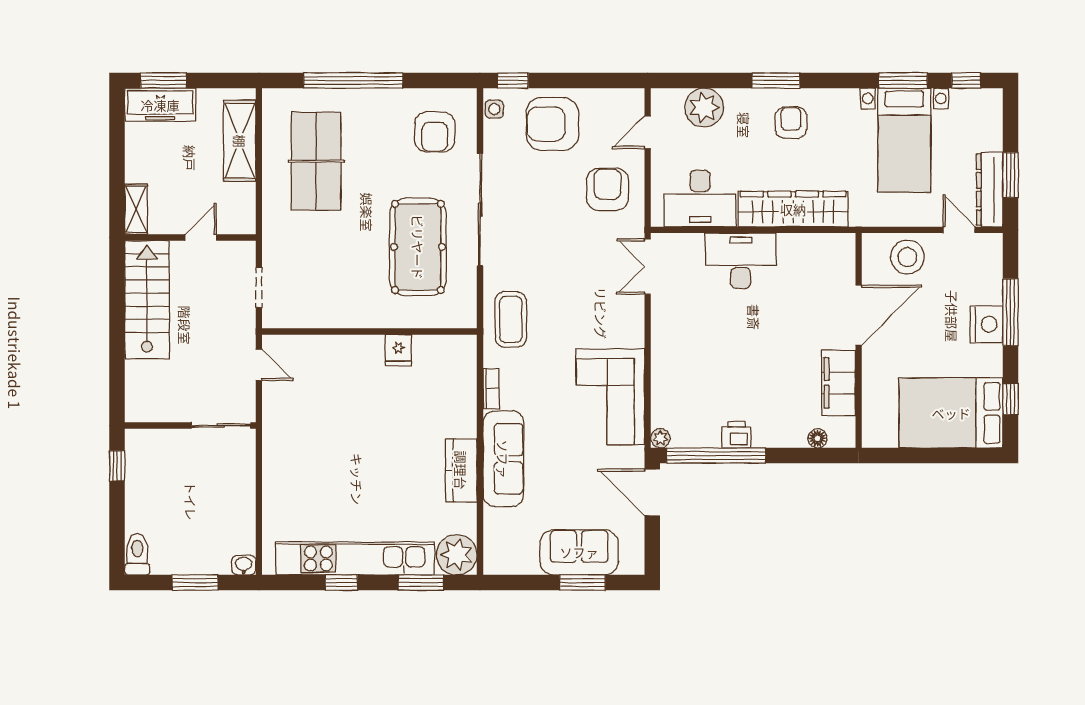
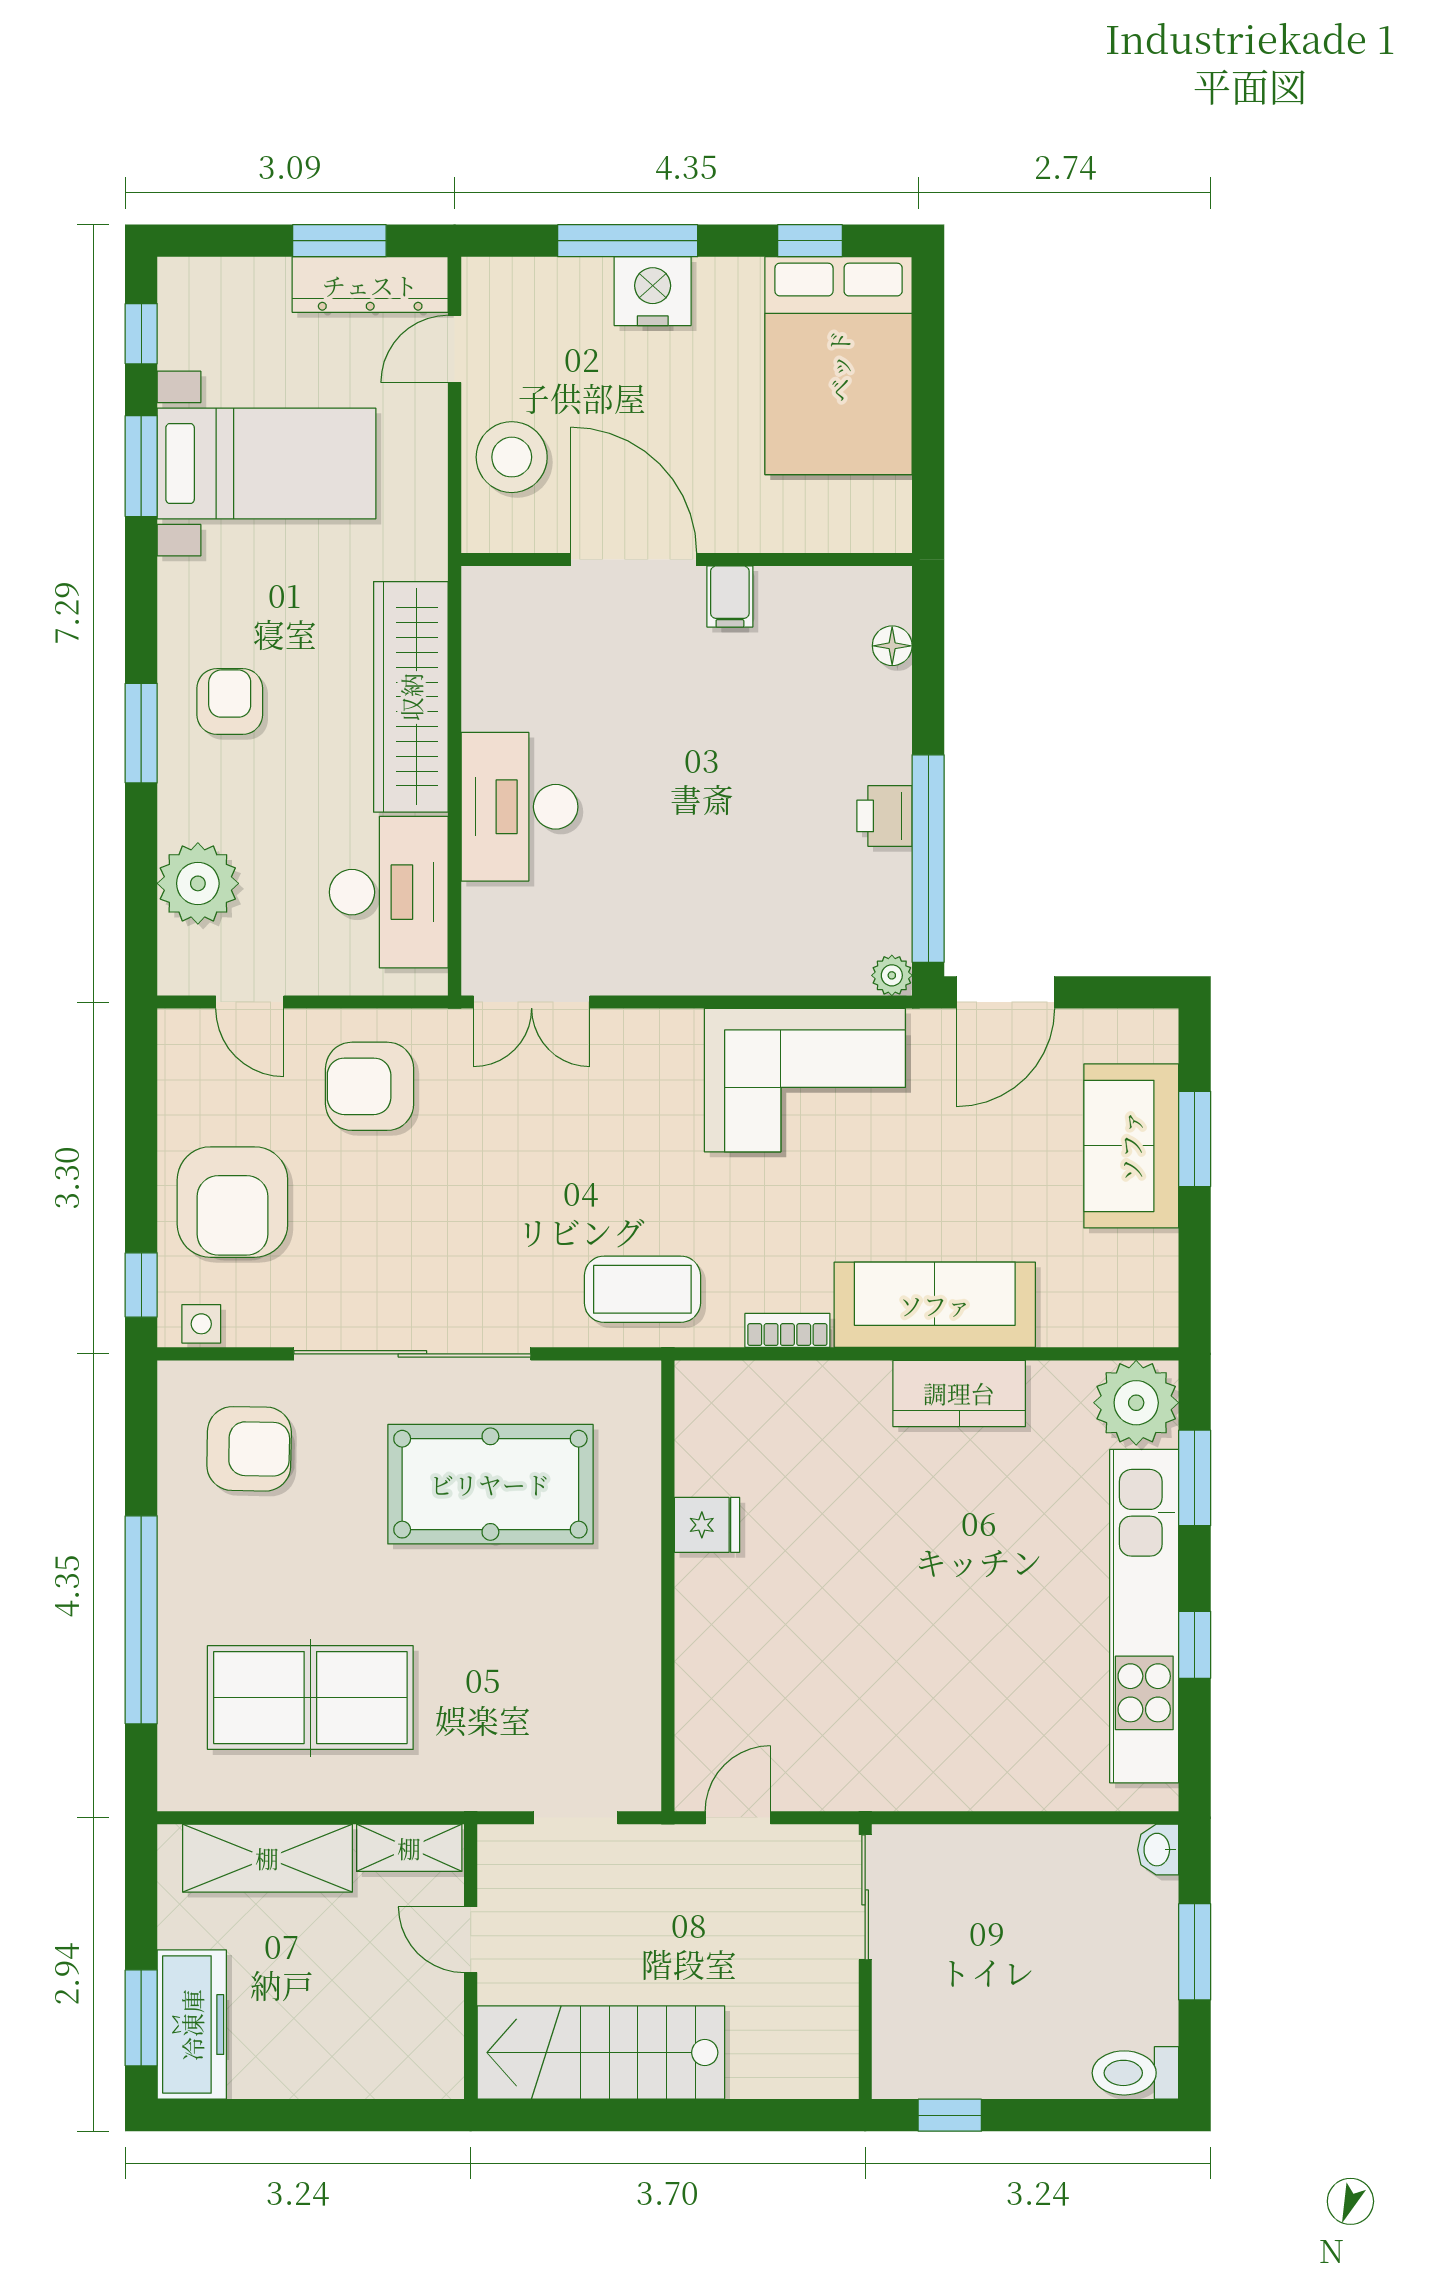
armchair: (791, 123) -> (230, 701), turned 90
shelving: (136, 209) -> (409, 1848), moved
filing cabinet: (839, 383) -> (730, 596), width x0.33, depth x0.86

